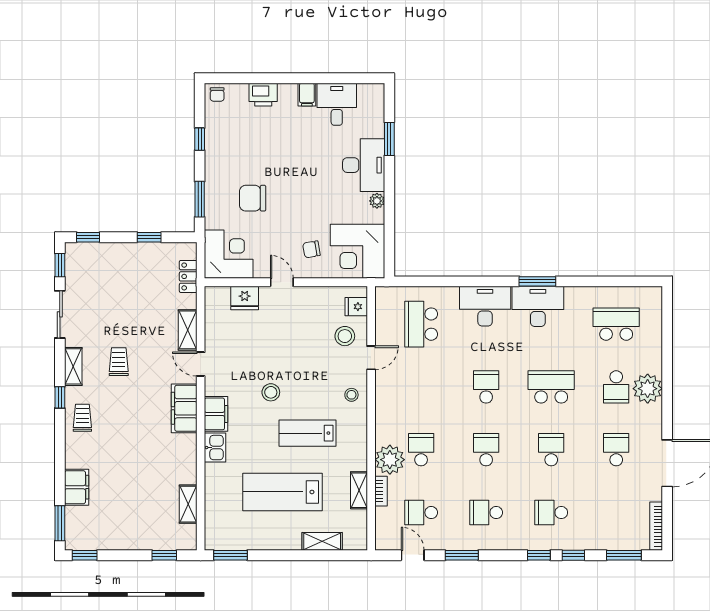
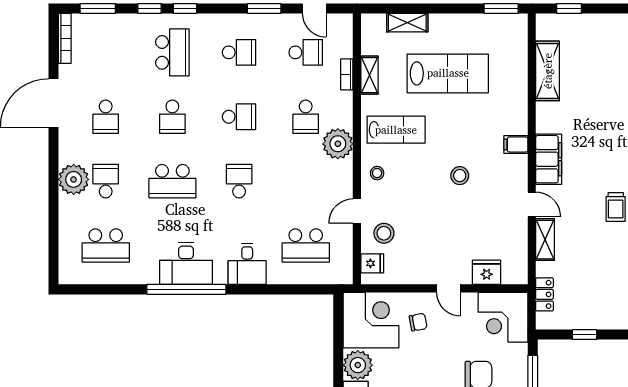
plant: (377, 201) -> (358, 365), width x1.87, depth x1.87
window: (537, 281) -> (186, 289), width x2.11
desk: (485, 306) -> (247, 264), width x0.73
school desk: (421, 324) -> (306, 246), turned 90
school desk: (486, 387) -> (239, 181), turned 180
filing cabinet: (216, 414) -> (516, 144), width x0.50
lab bench: (307, 433) -> (396, 130), moved
kitchen sink: (215, 448) -> (517, 119), removed
school desk: (486, 450) -> (239, 117), turned -90
plant: (390, 460) -> (338, 144), moved
shelving: (188, 504) -> (548, 71), width x1.50, depth x1.33
school desk: (551, 513) -> (172, 52), width x1.85

